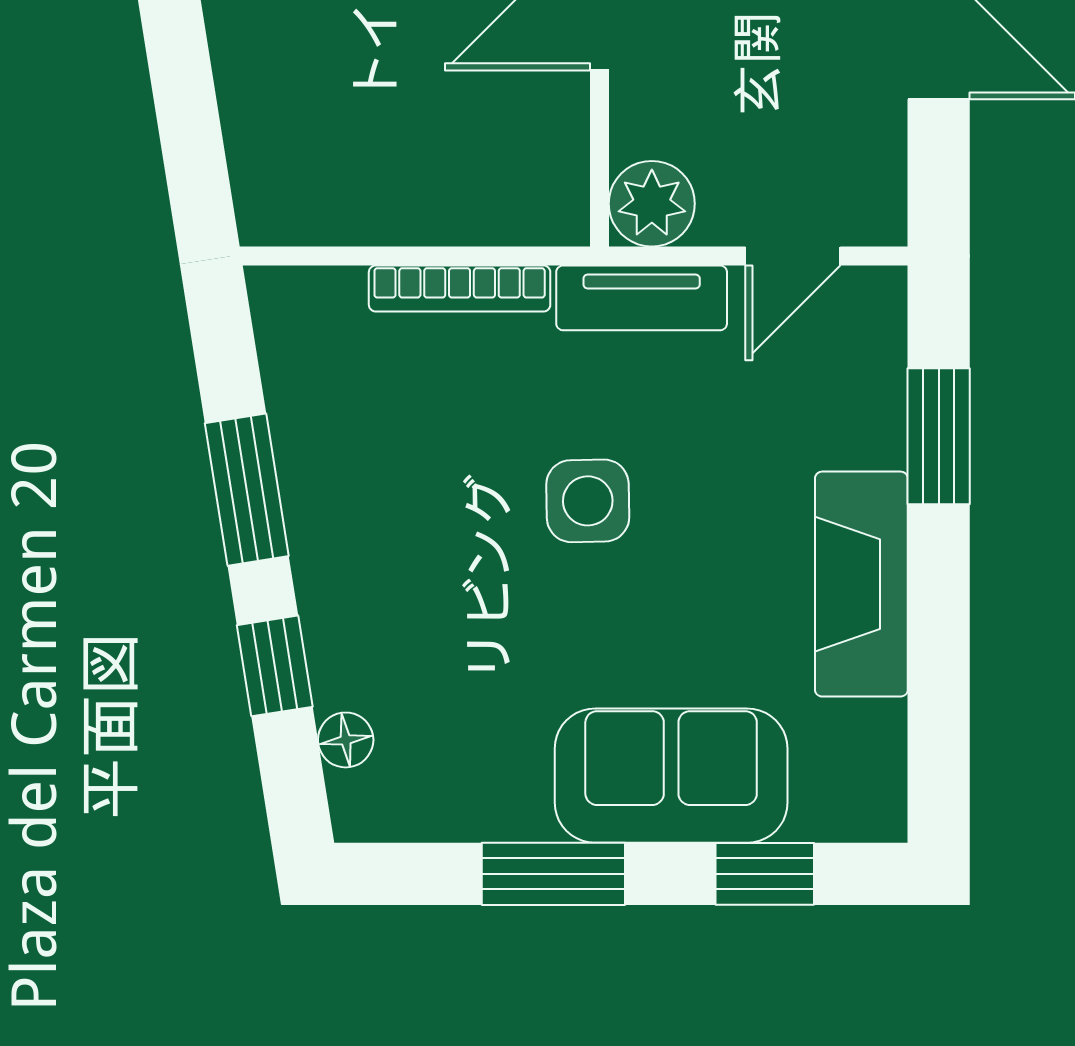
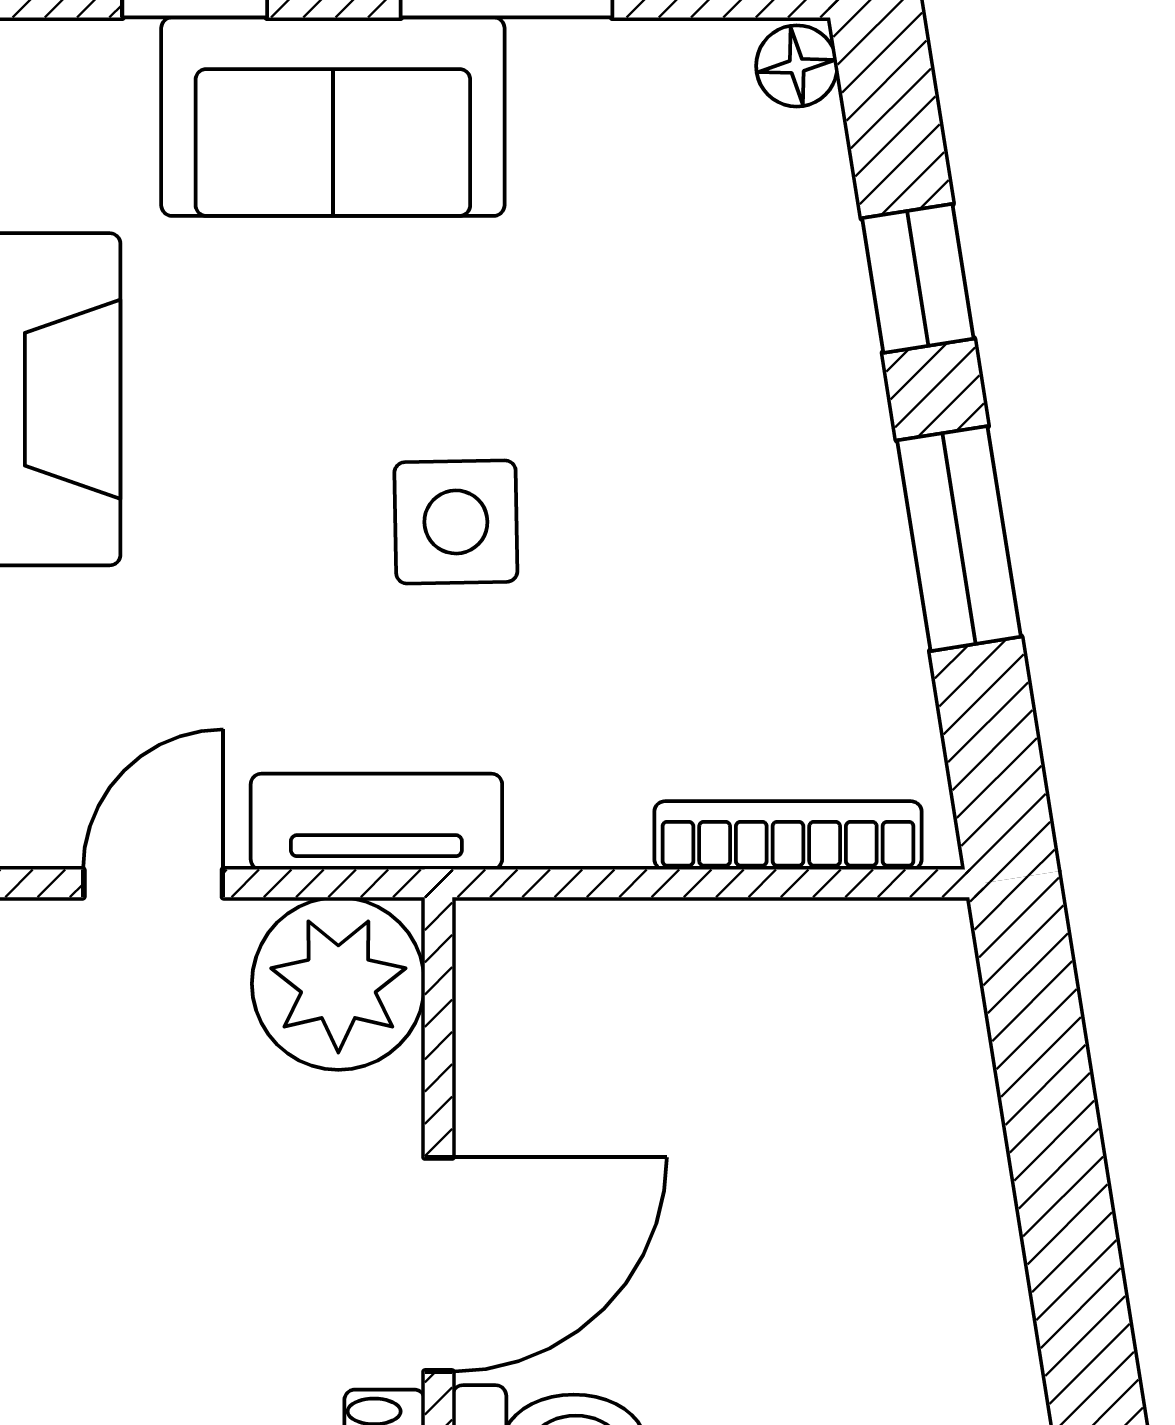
plant: (652, 204) -> (338, 984), width x1.36, depth x1.36
bookcase: (460, 288) -> (788, 835), moved
floor lamp: (346, 740) -> (797, 66), moved

